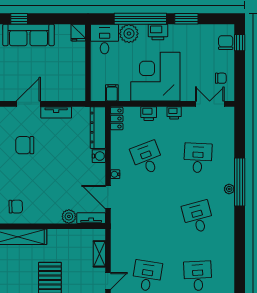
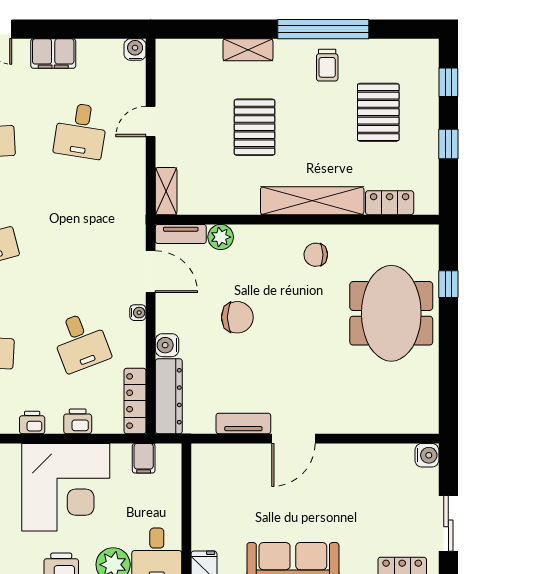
locker: (117, 119) -> (135, 401), width x1.53
chair: (25, 145) -> (237, 317), moved
shelving: (99, 254) -> (166, 191), moved

